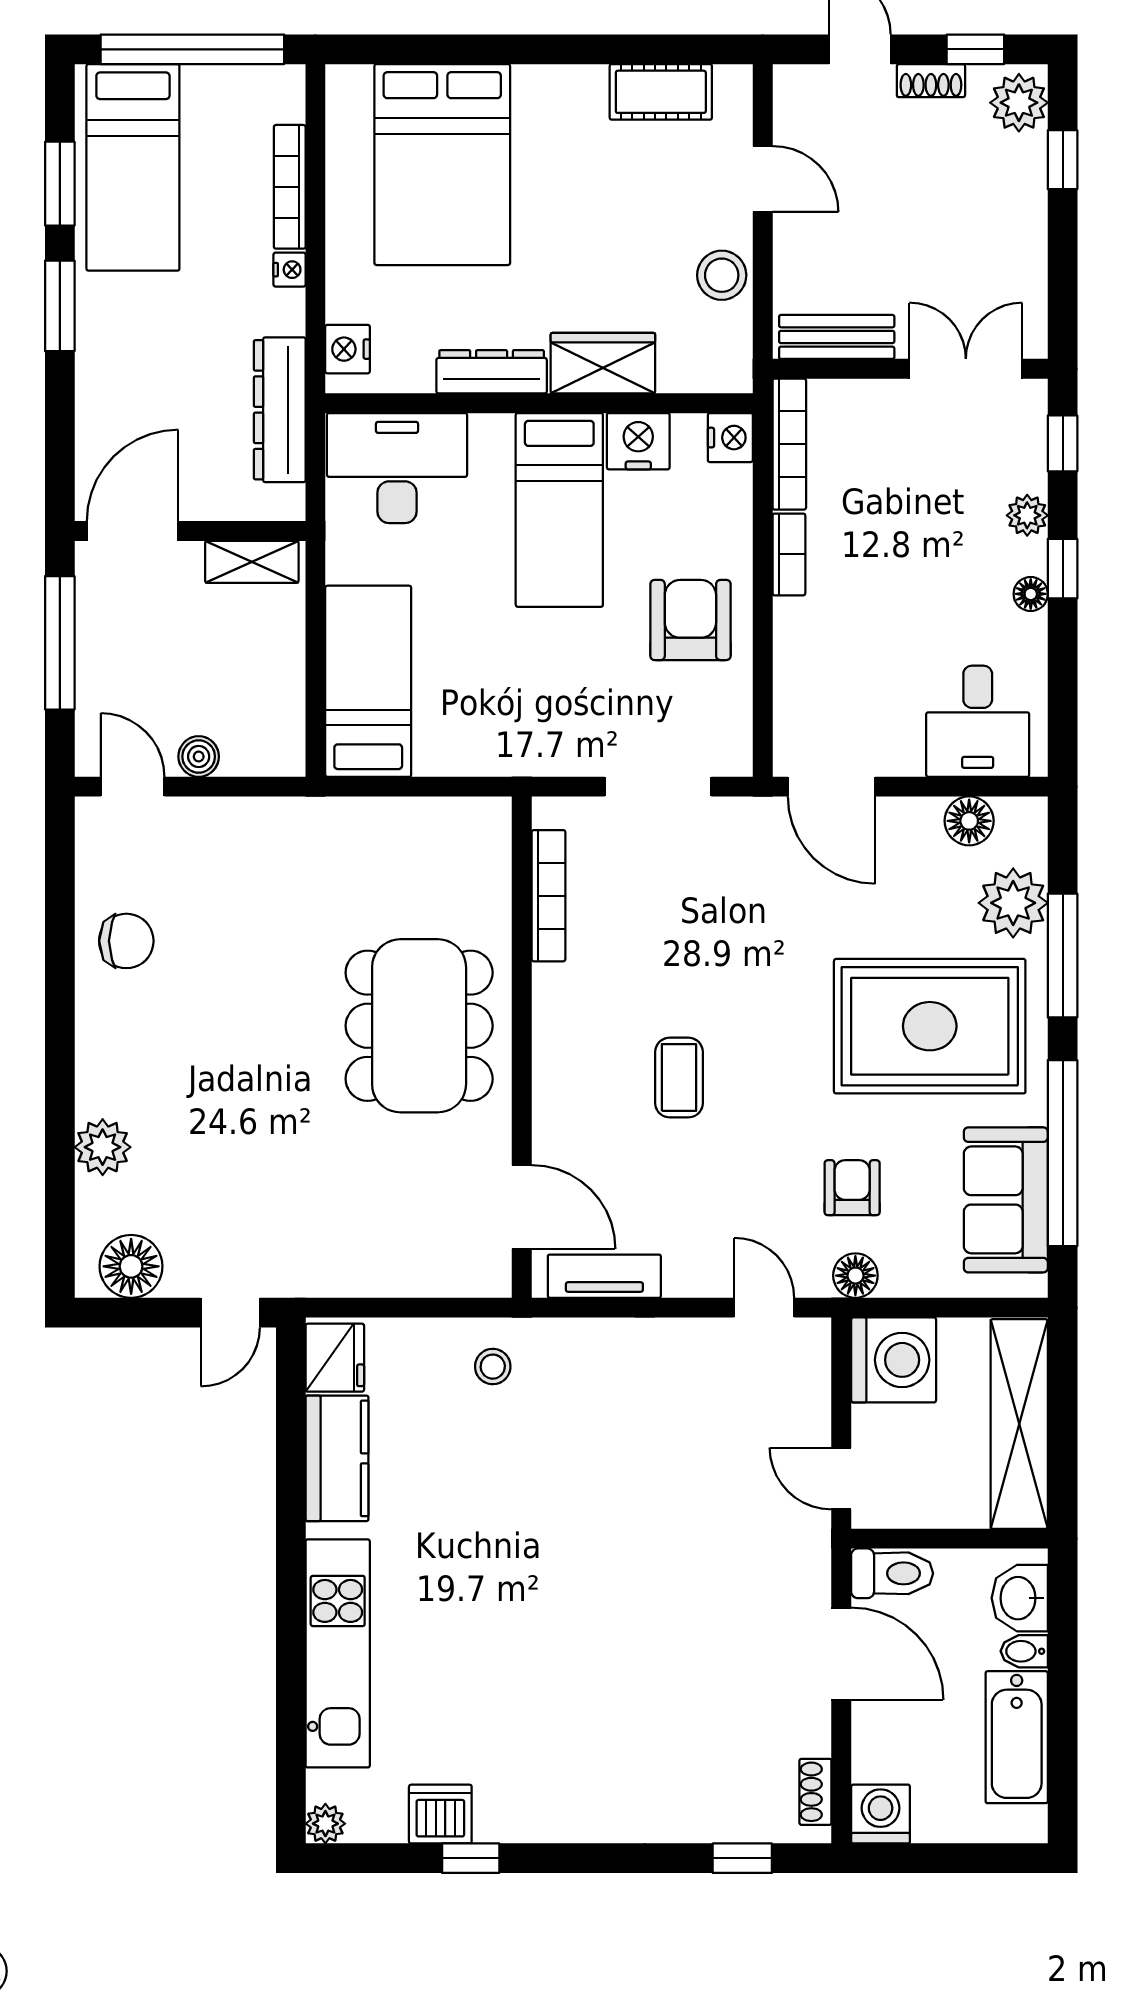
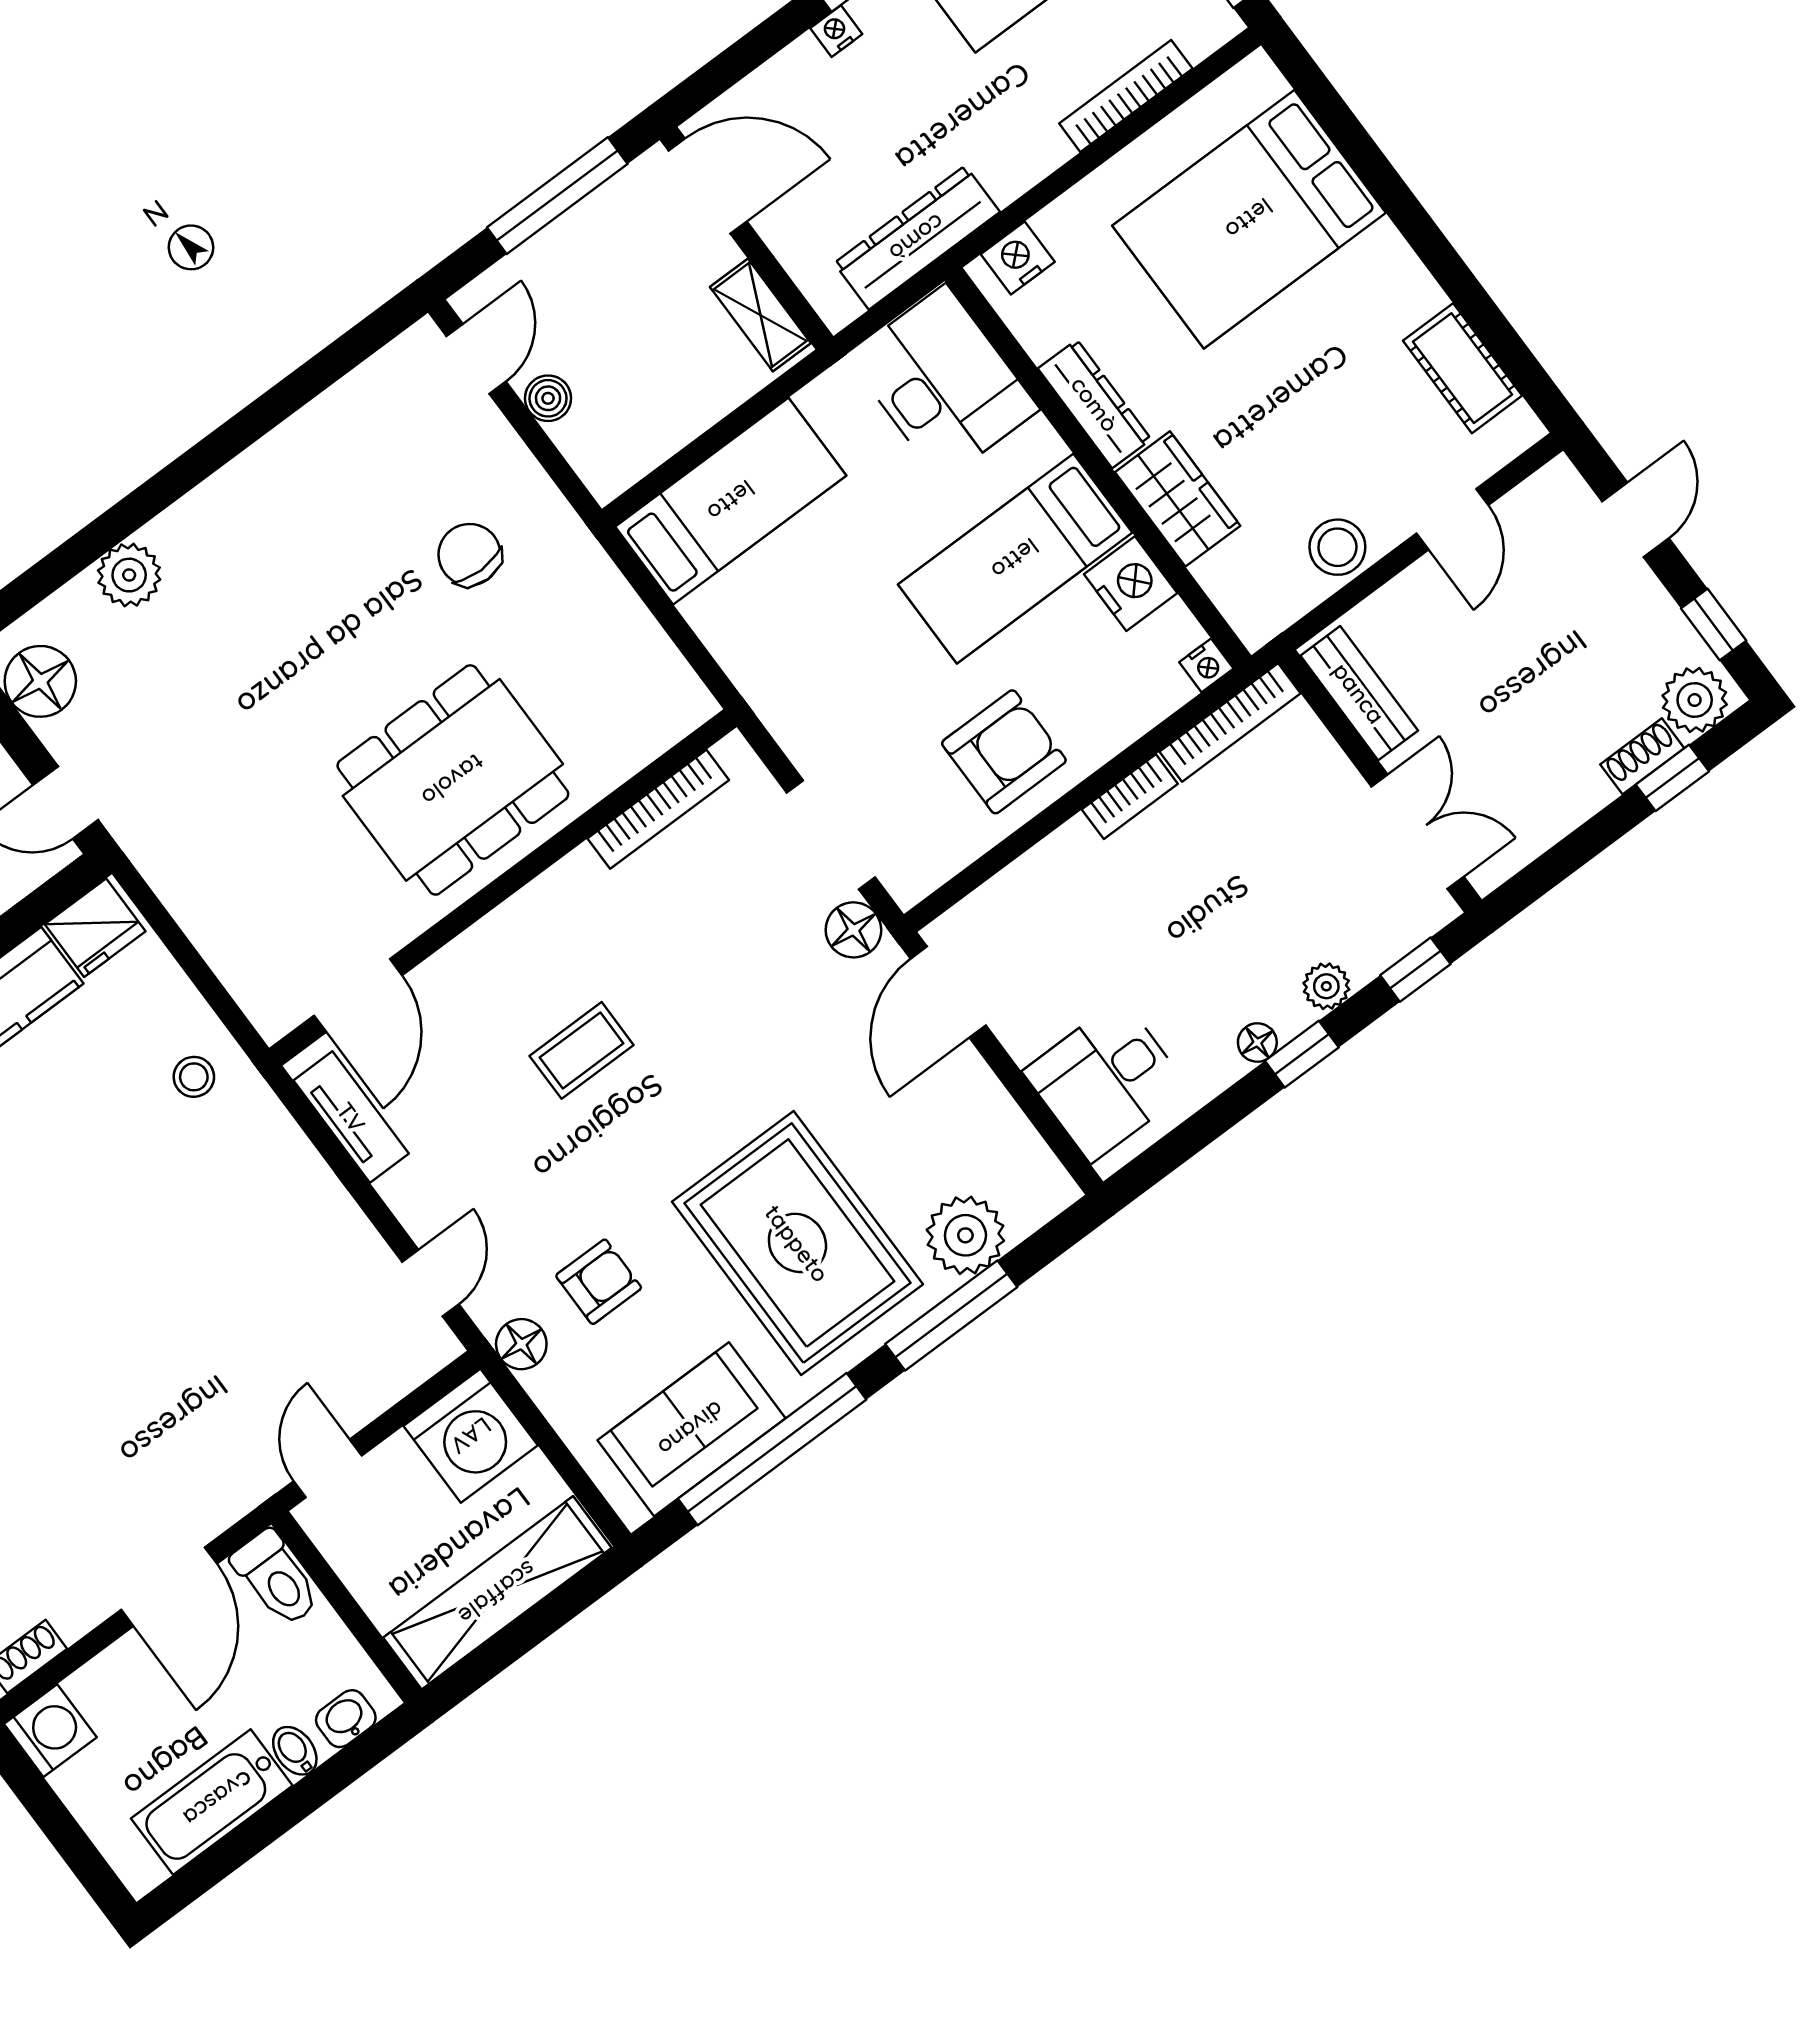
shoe rack: (931, 81) -> (1642, 756), moved, turned 90
nightstand: (290, 270) -> (836, 31), moved, turned 180
nightstand: (730, 438) -> (1206, 665), width x0.72, depth x0.74
floor lamp: (969, 821) -> (853, 930), moved
chair: (126, 941) -> (470, 555), moved, turned 180
washbasin: (1020, 1598) -> (346, 1719), width x0.72, depth x0.69

